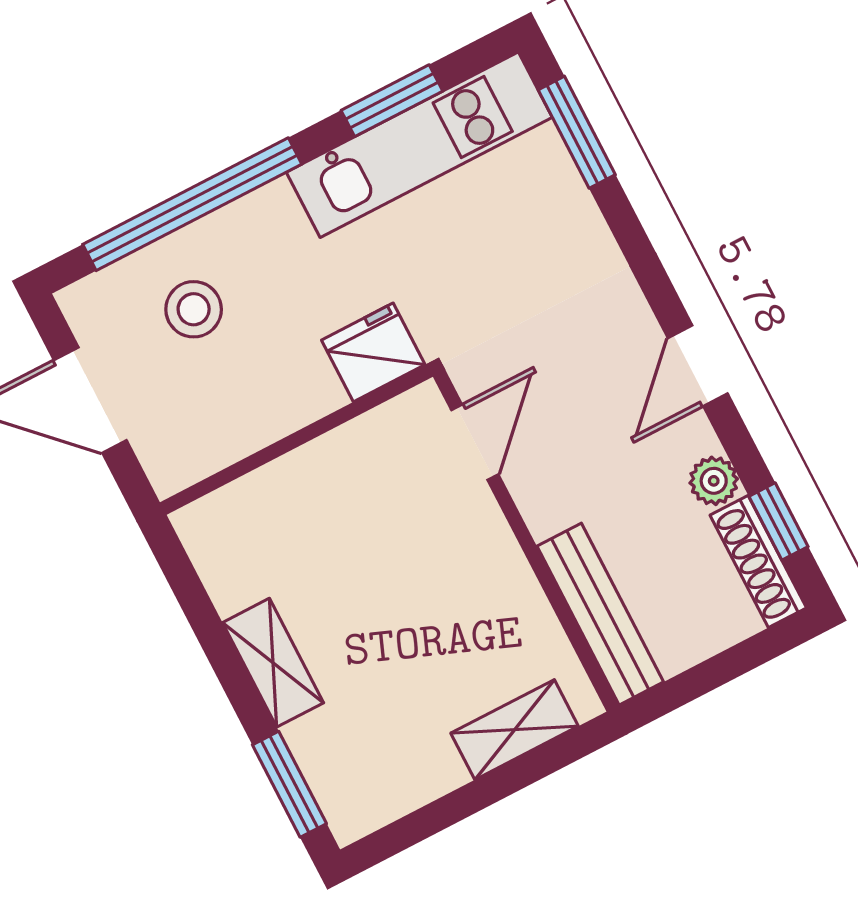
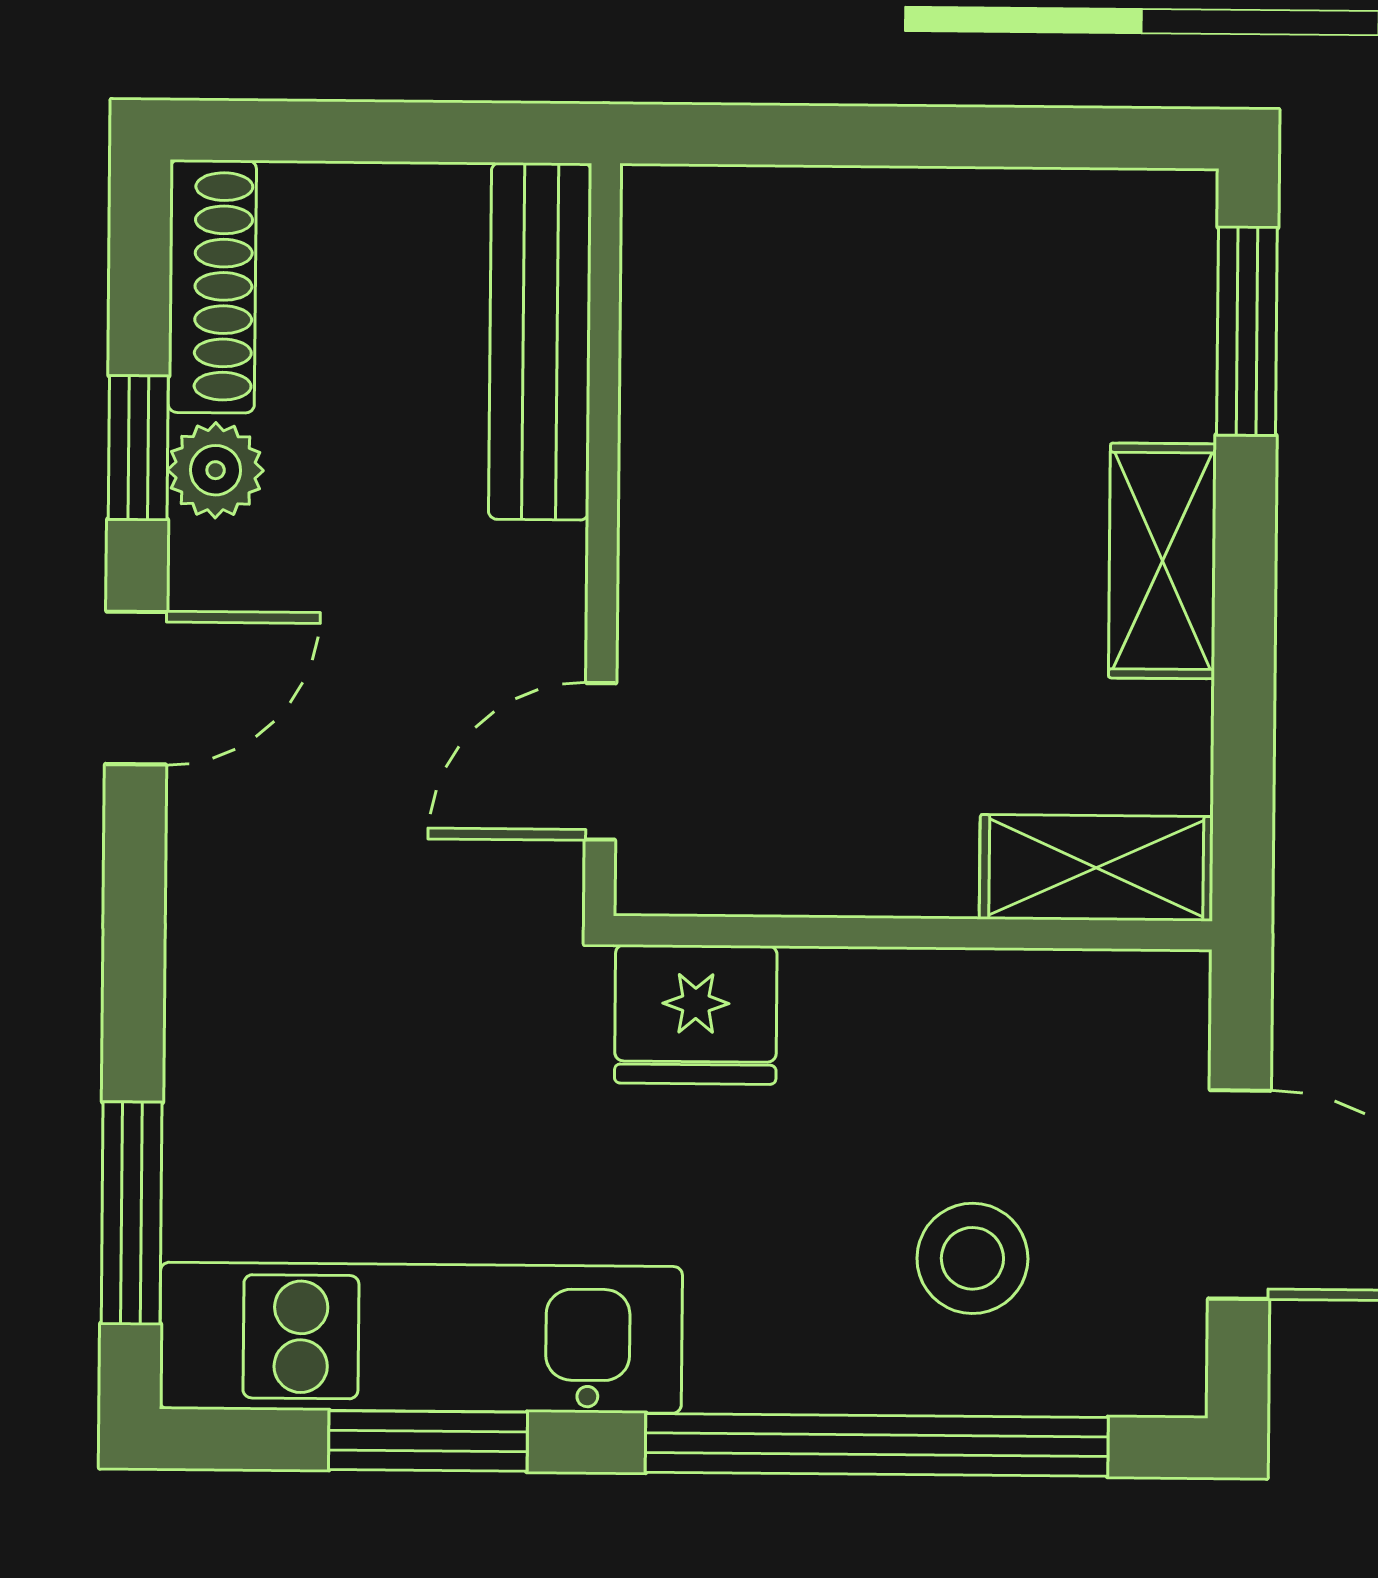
window: (778, 521) -> (138, 448), moved
shelving: (515, 730) -> (1096, 868), moved

